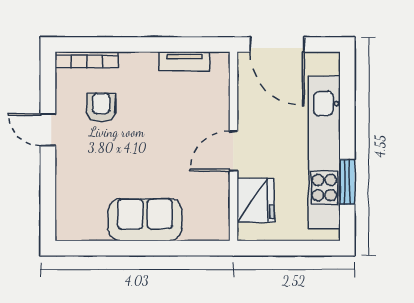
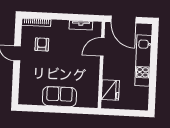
door: (233, 151) -> (102, 47), moved
kitchen unit: (324, 152) -> (143, 60), width x0.73
window: (347, 182) -> (153, 84), removed

